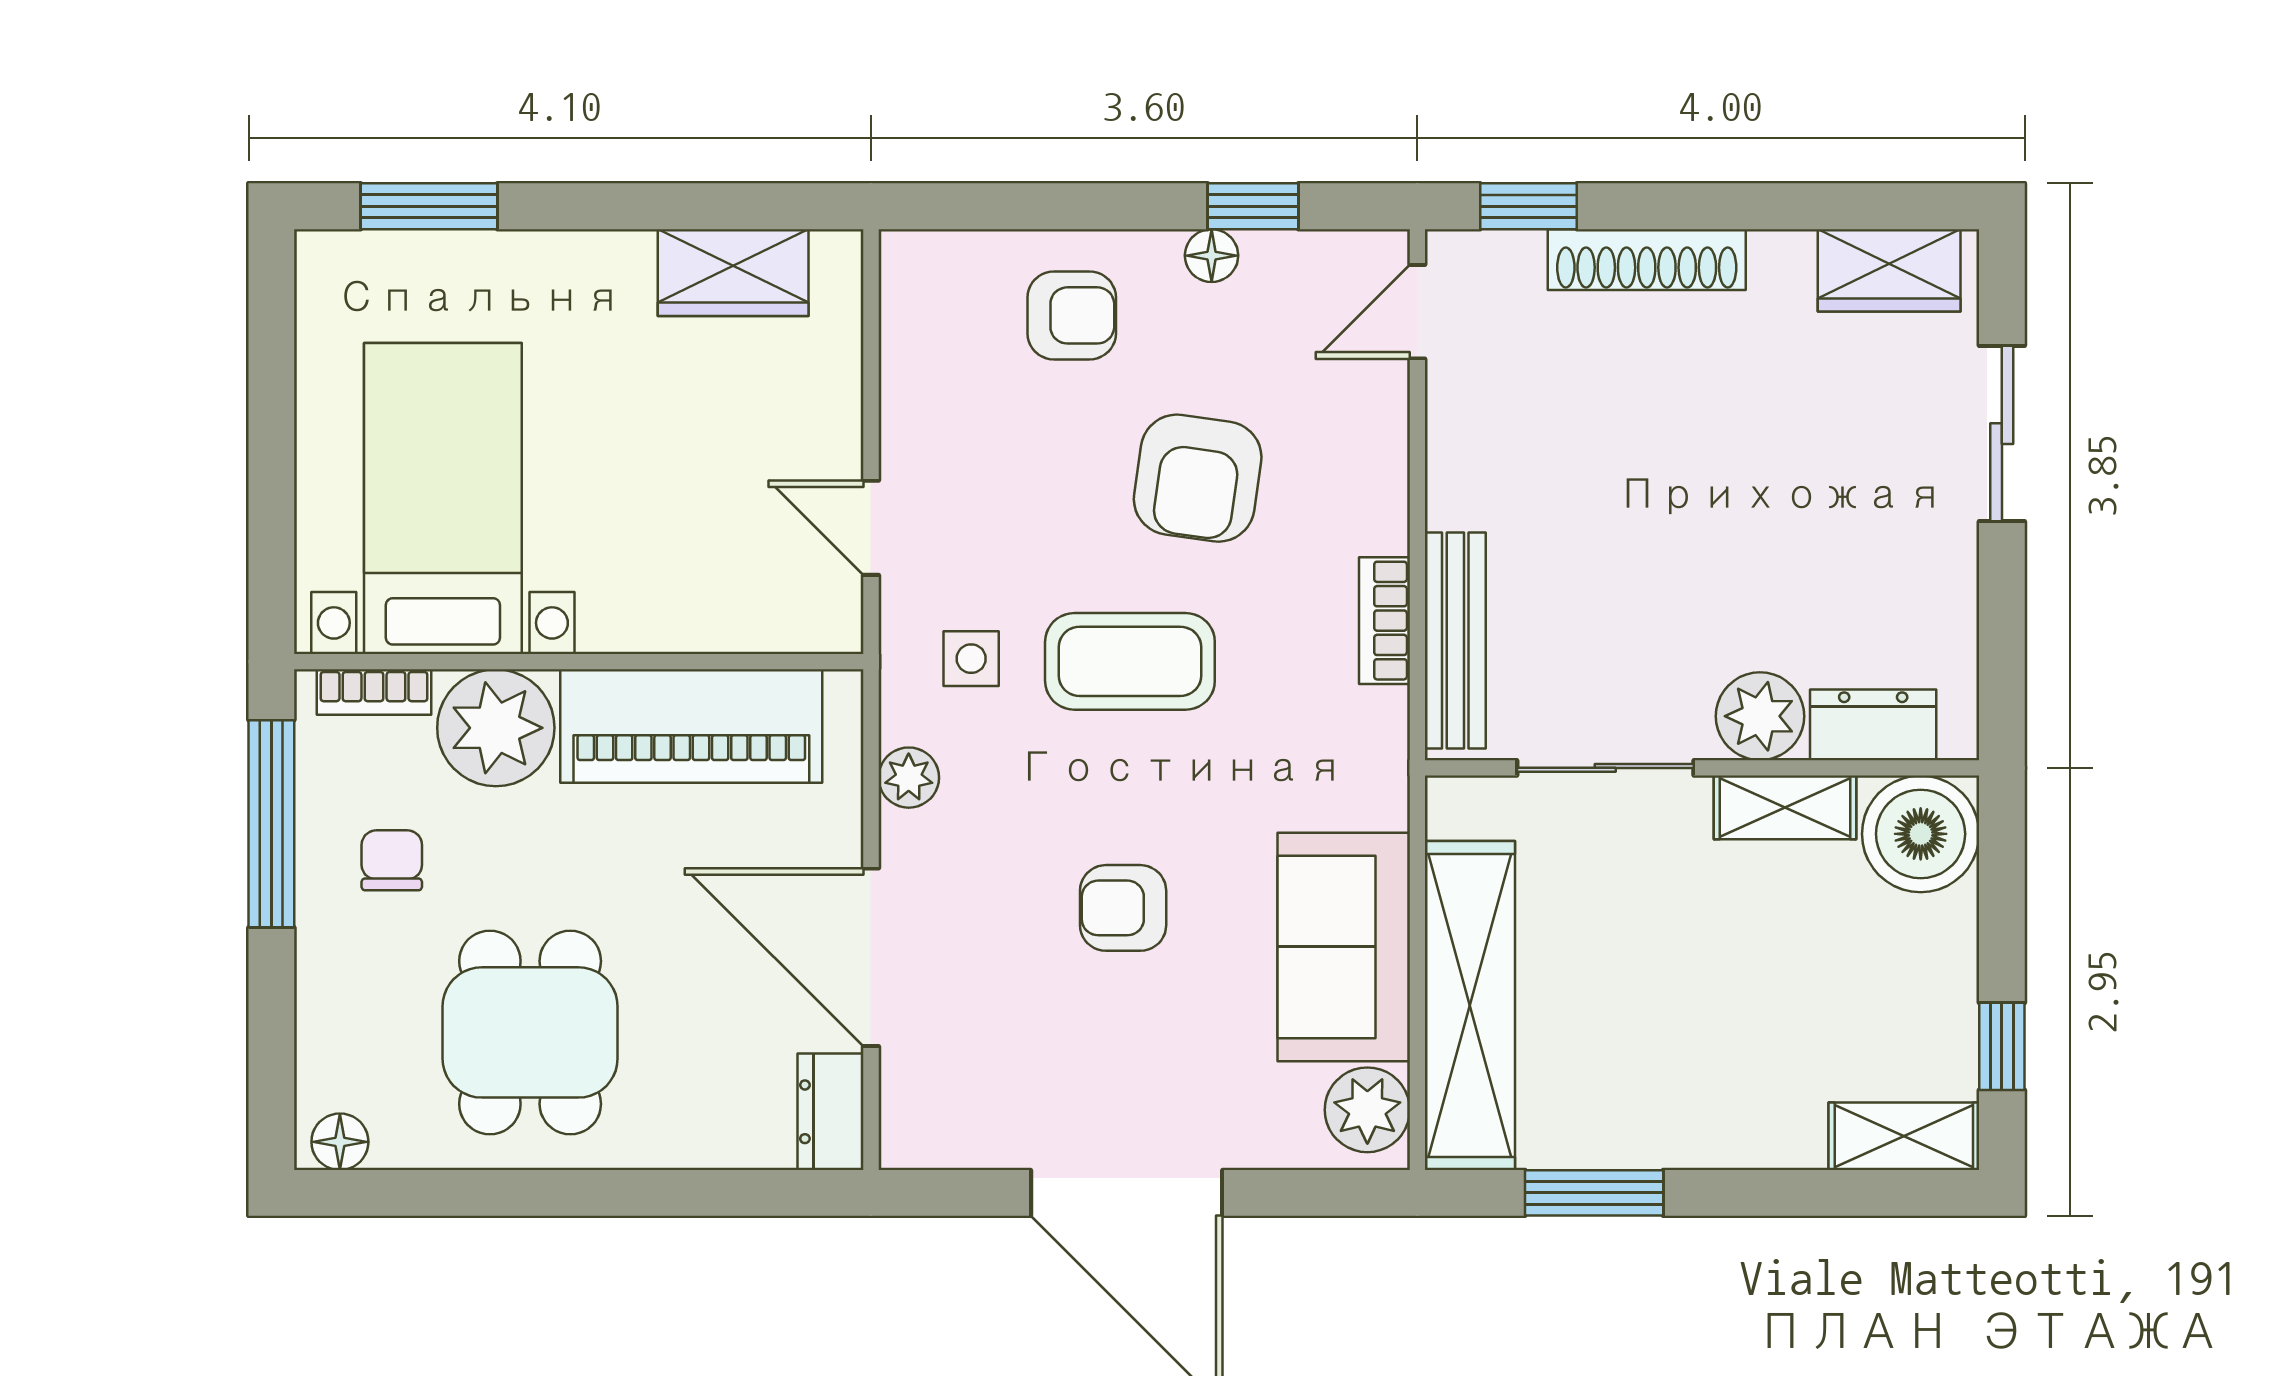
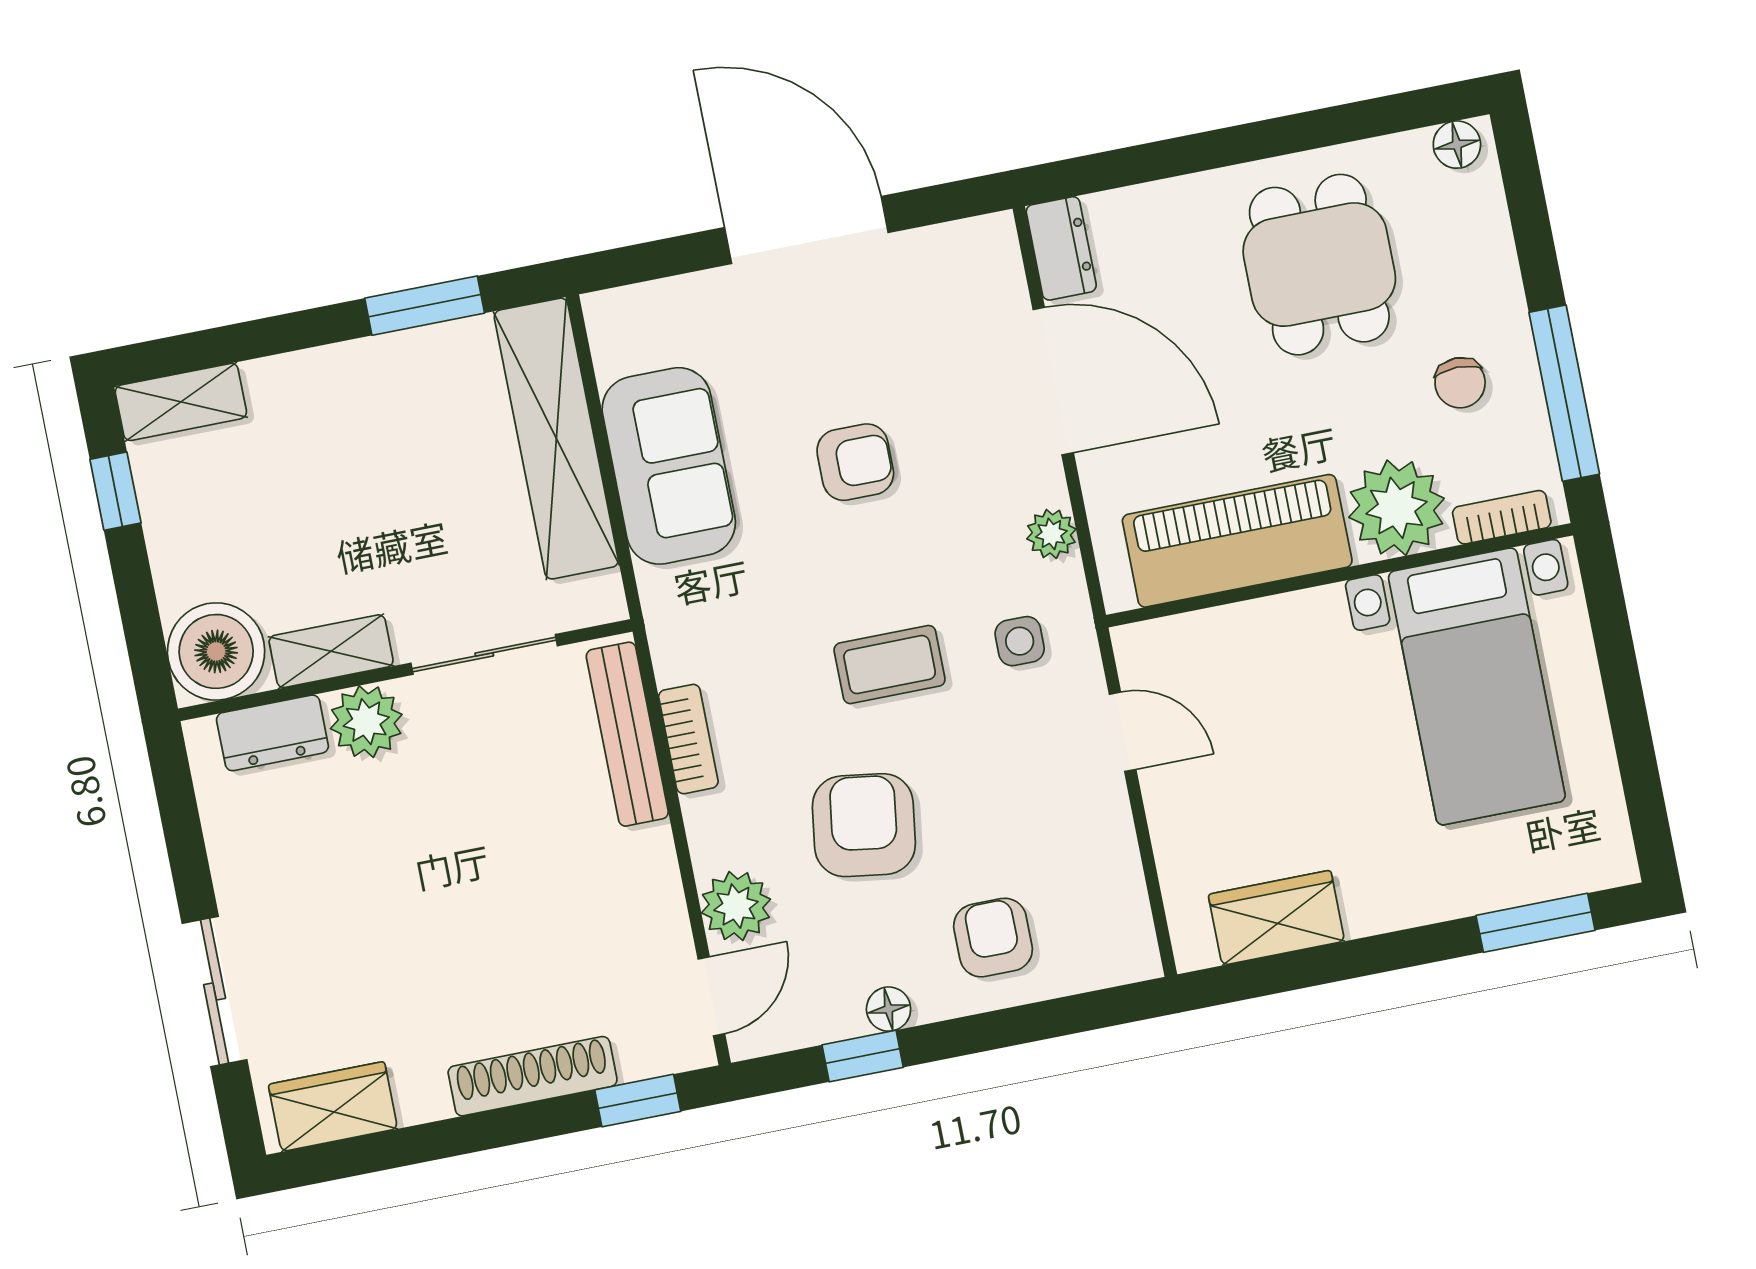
armchair: (1072, 315) -> (993, 938), turned 90
coffee table: (1130, 661) -> (890, 665), width x0.73, depth x0.77
plant: (1367, 1110) -> (736, 906), moved

